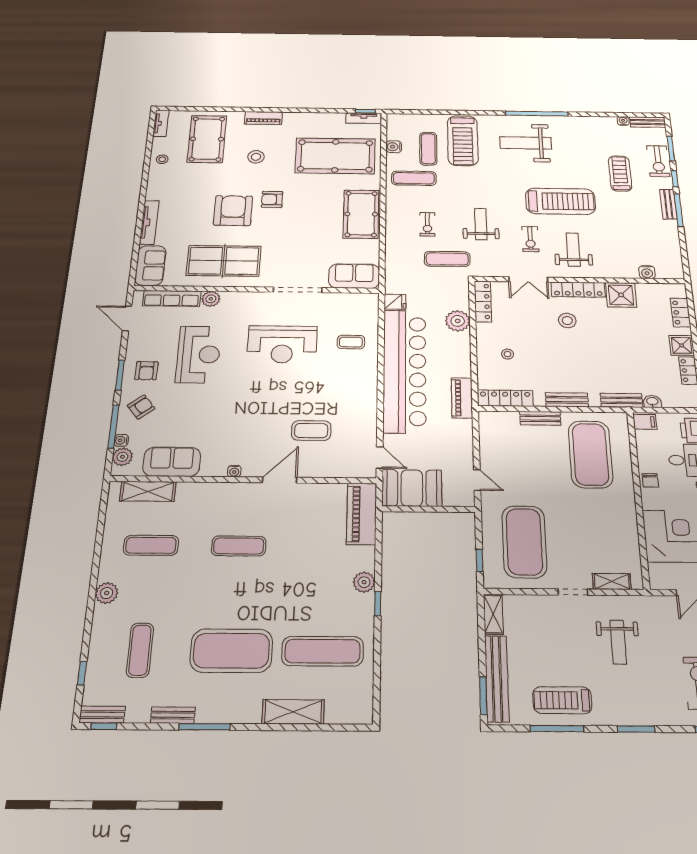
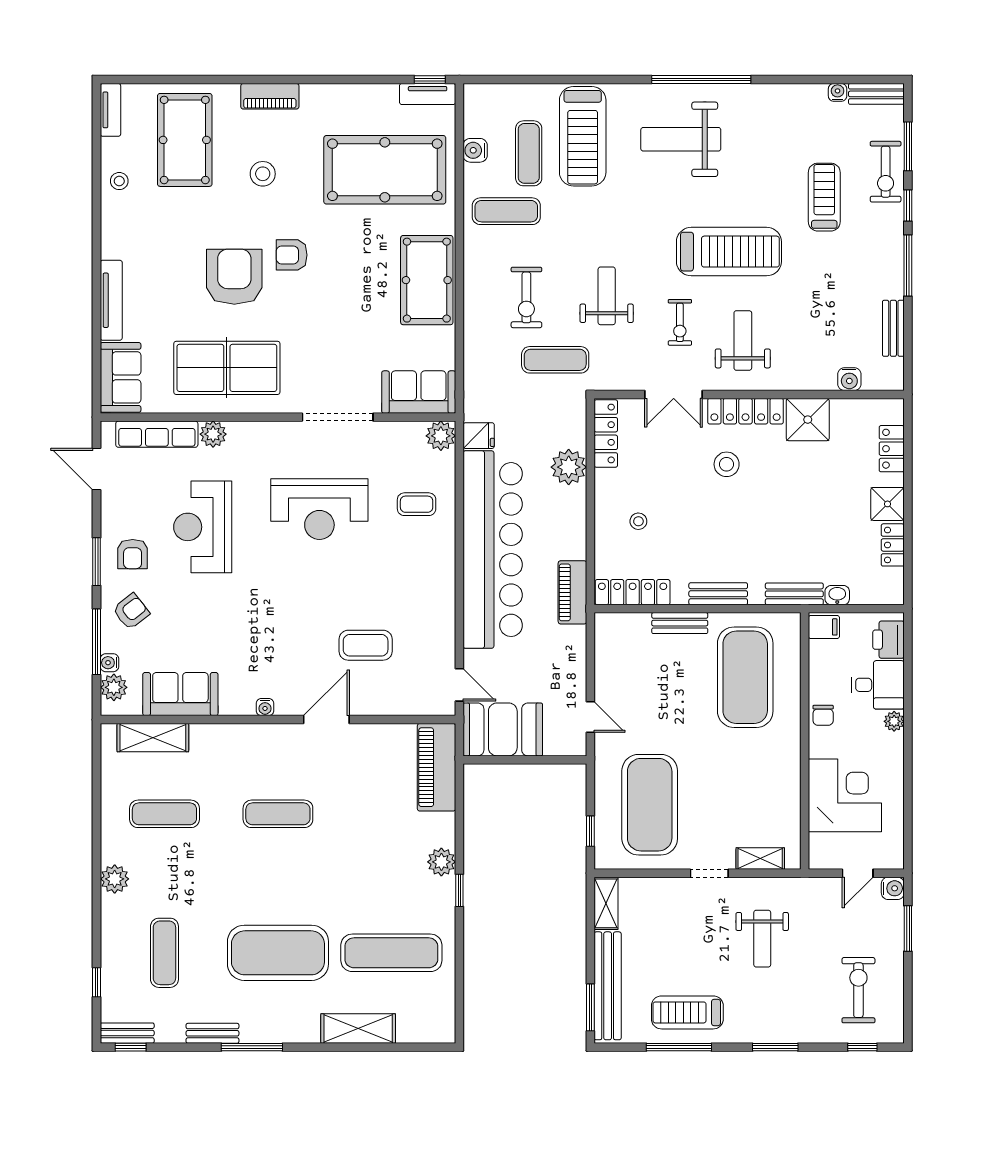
bench: (668, 204) -> (893, 328), moved
exercise bike: (427, 224) -> (526, 297), width x1.38, depth x1.39
plant: (369, 302) -> (441, 436), added
reception desk: (198, 354) -> (203, 527), turned 180

